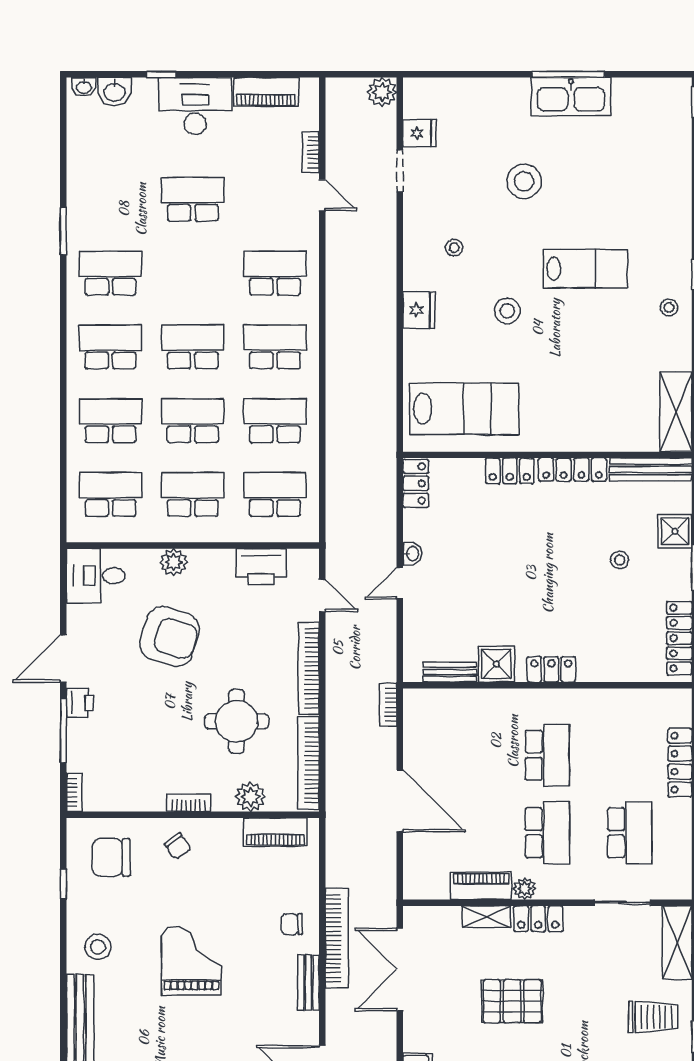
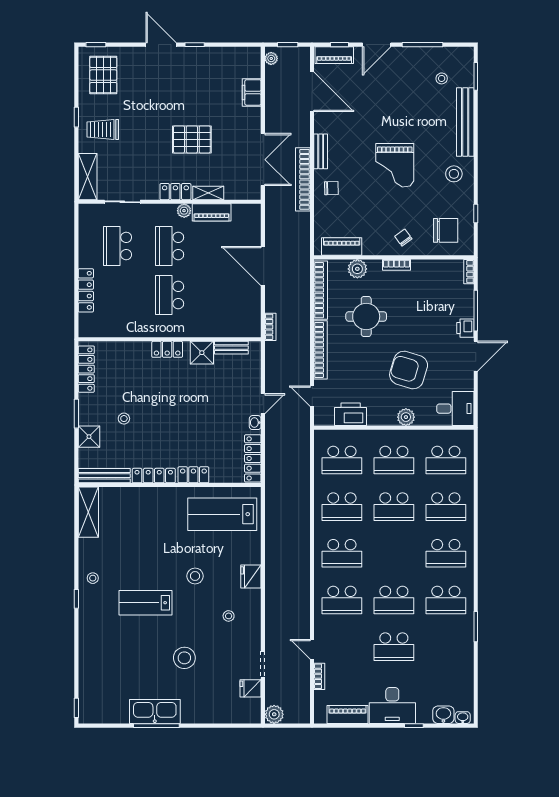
school desk: (193, 347) -> (394, 600), moved
locker: (416, 483) -> (253, 458), width x1.53

